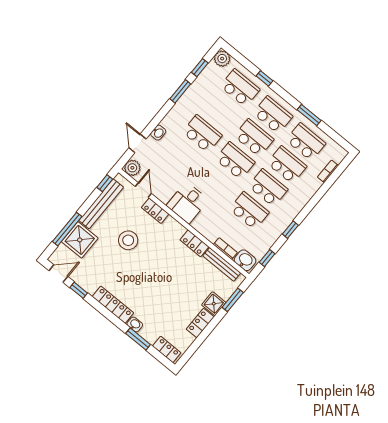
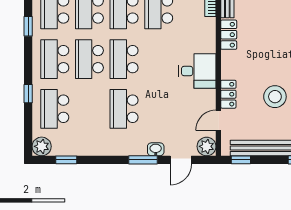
window: (180, 91) -> (143, 160), moved
window: (309, 115) -> (28, 26), width x0.67

